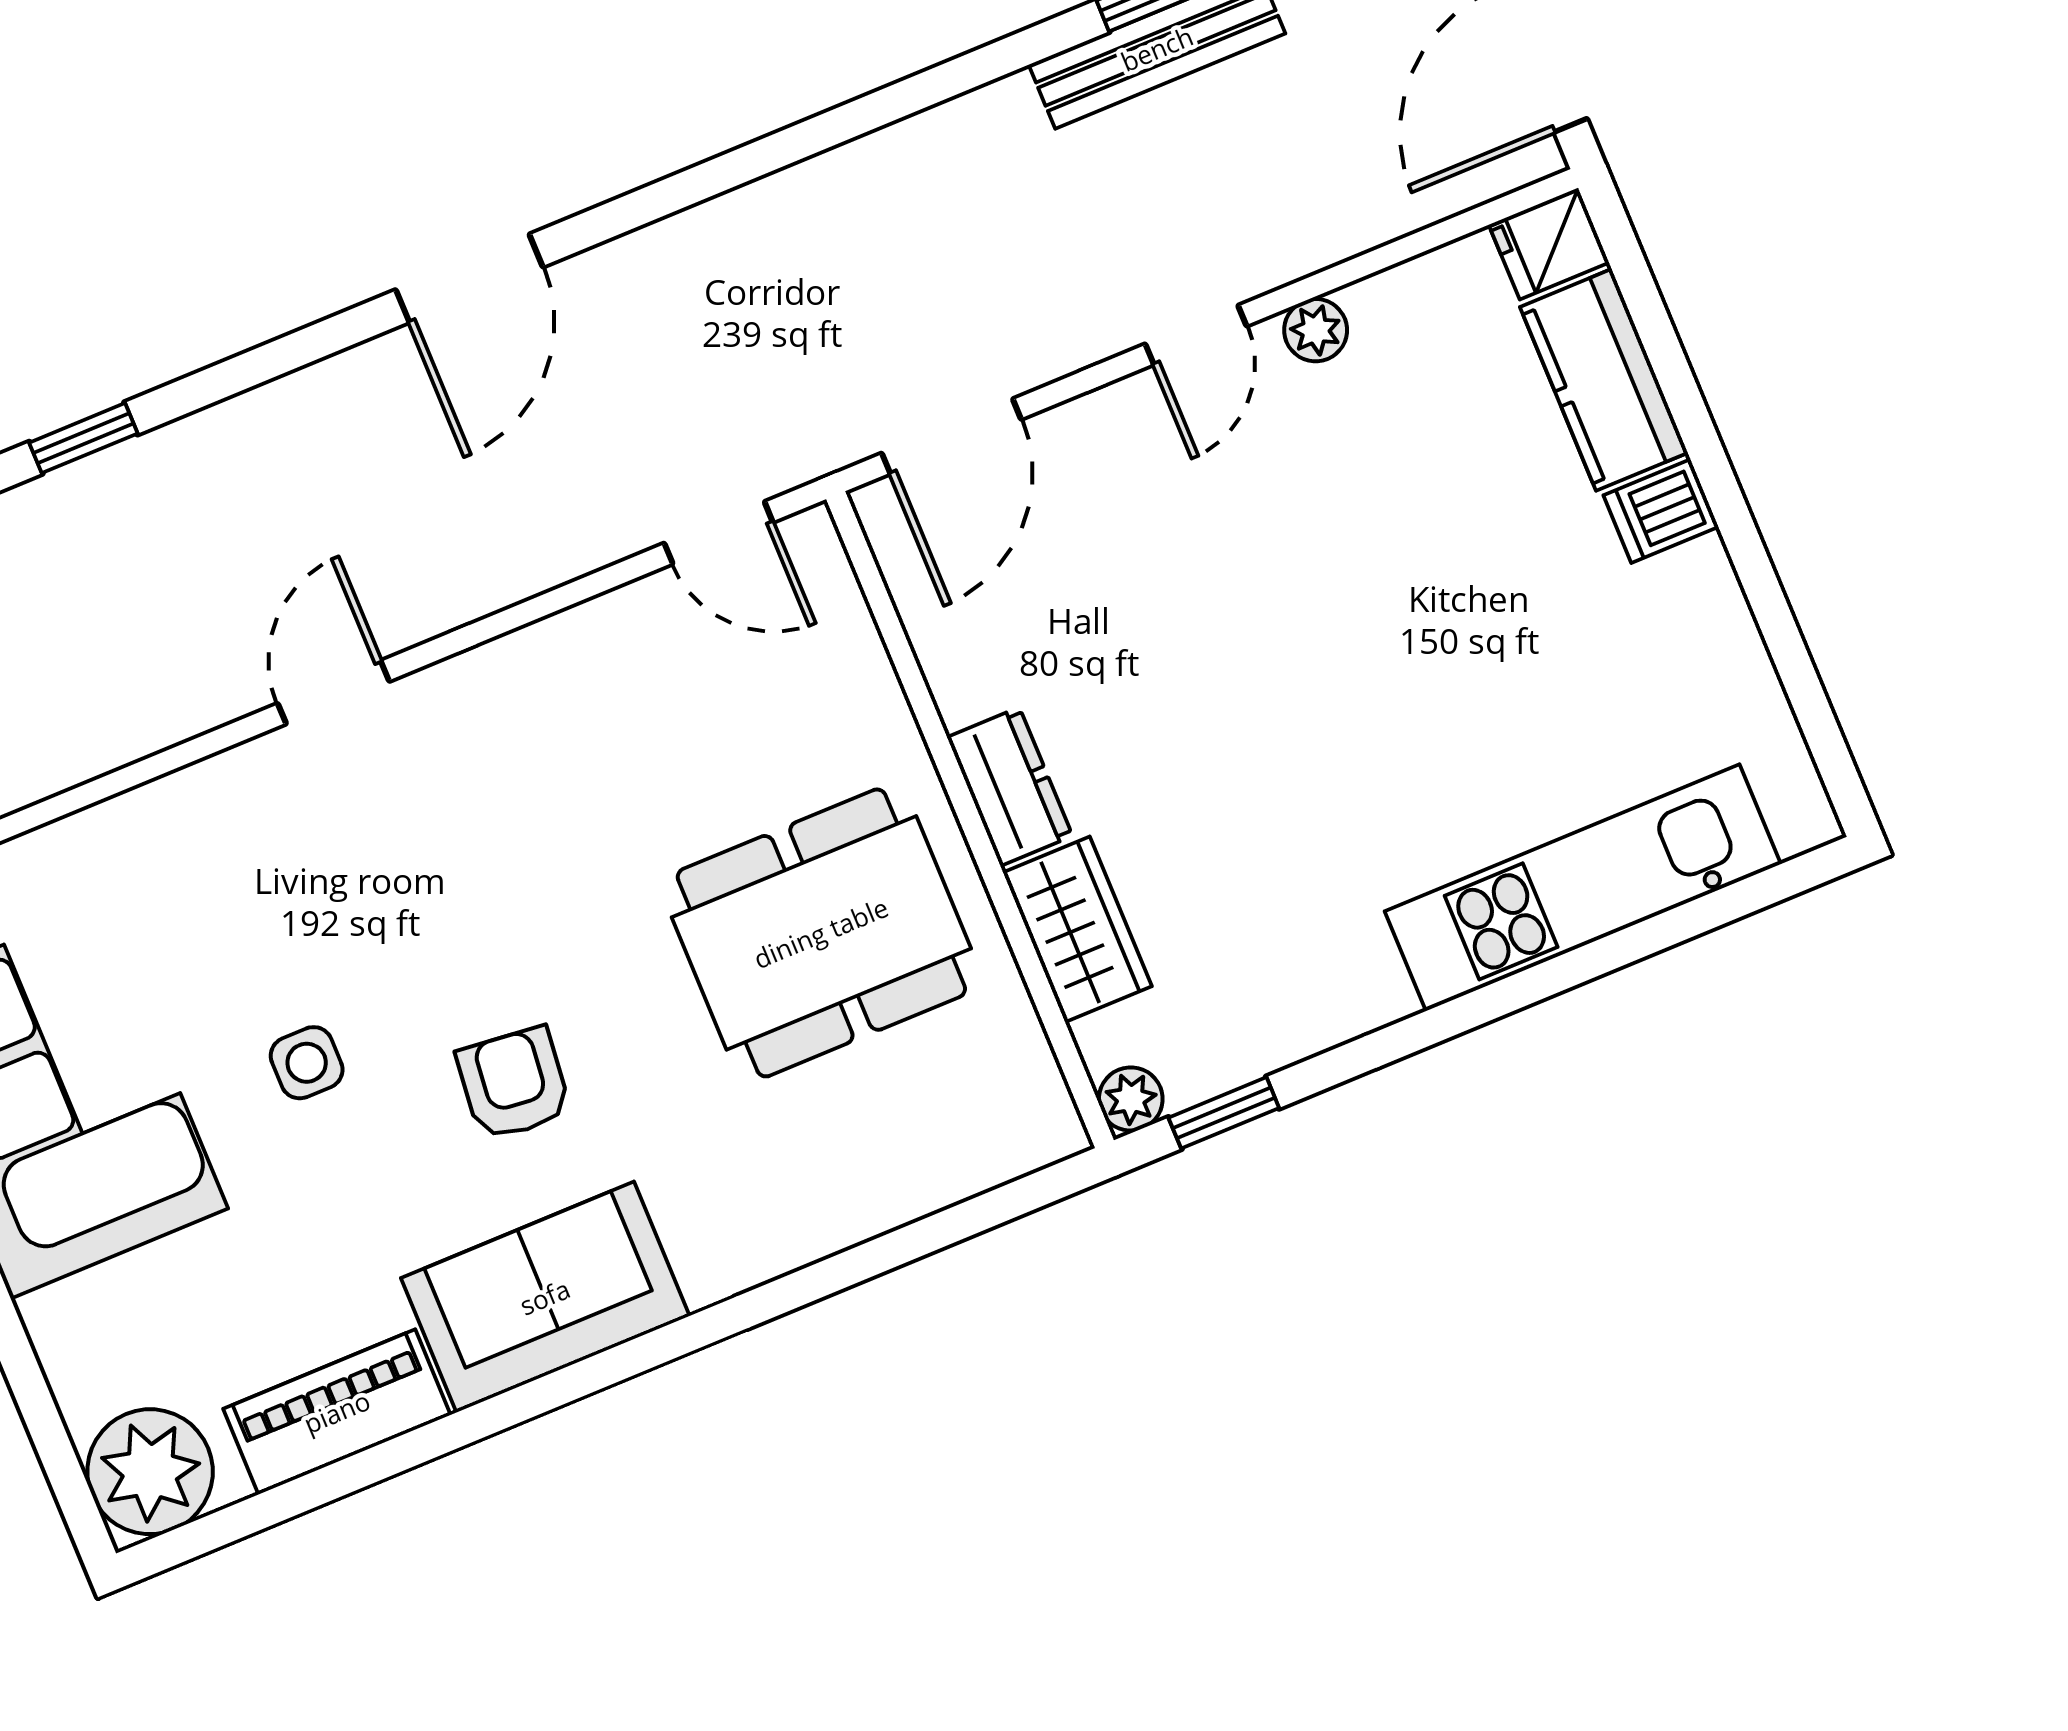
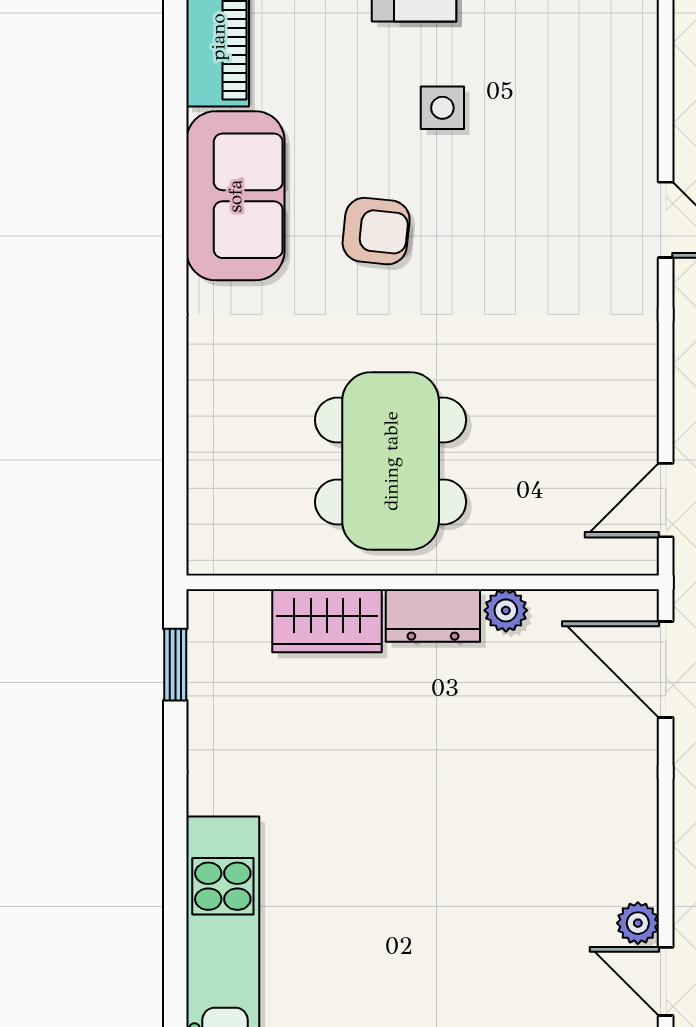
door: (1196, 335) -> (666, 981), moved
plant: (1131, 1099) -> (506, 610), moved

